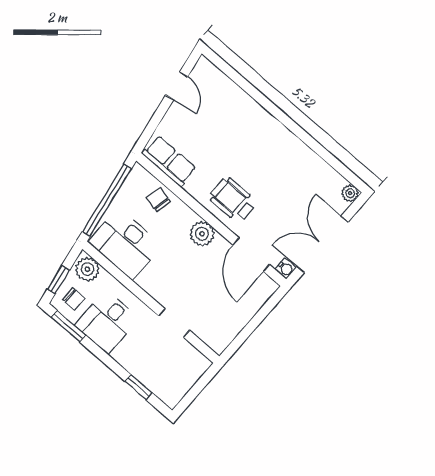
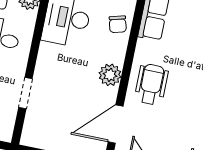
chair: (158, 200) -> (118, 24), turned 153

